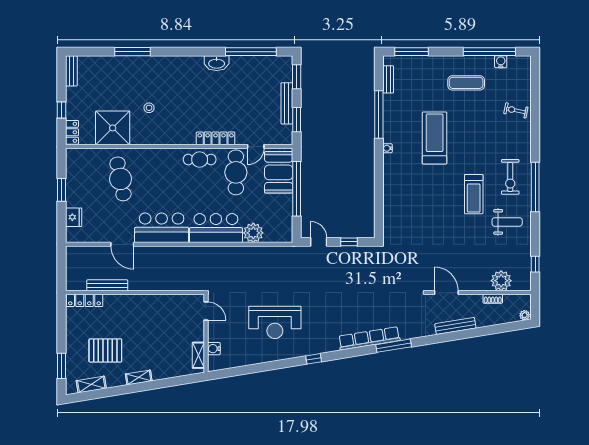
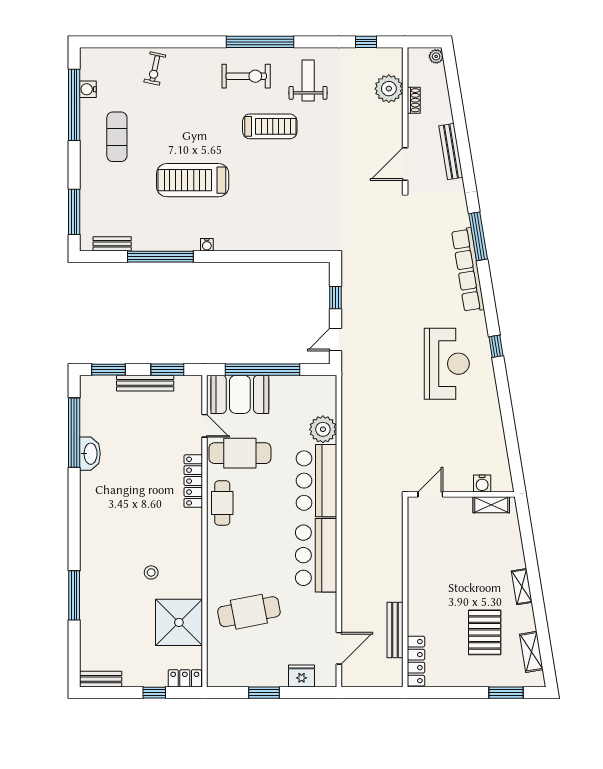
washbasin: (217, 63) -> (90, 454), moved
door: (122, 244) -> (339, 648), moved
reception desk: (275, 322) -> (447, 364), moved

